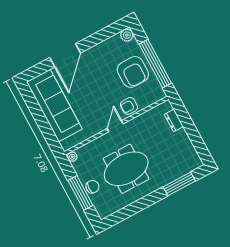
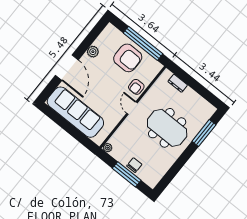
plant: (127, 35) -> (93, 52), moved
meeting table: (126, 169) -> (167, 128), moved, turned 90

